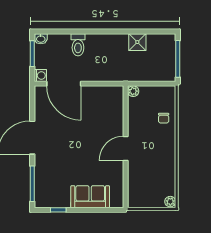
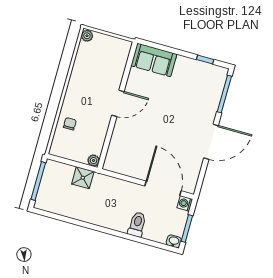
shower: (137, 42) -> (83, 178), moved
sofa: (90, 197) -> (154, 60), moved

